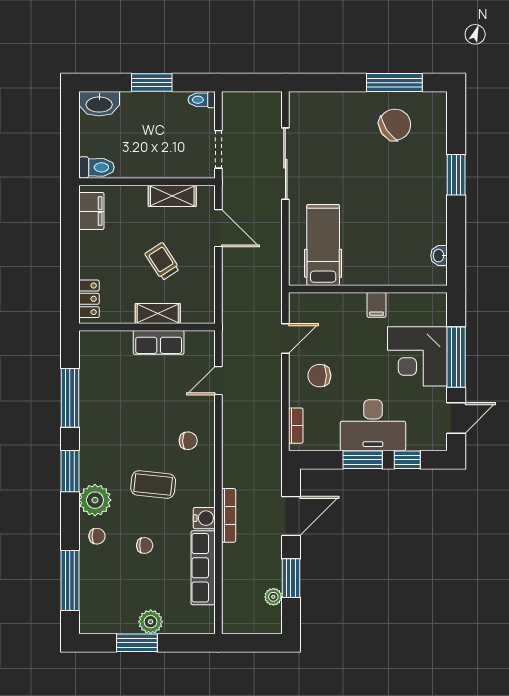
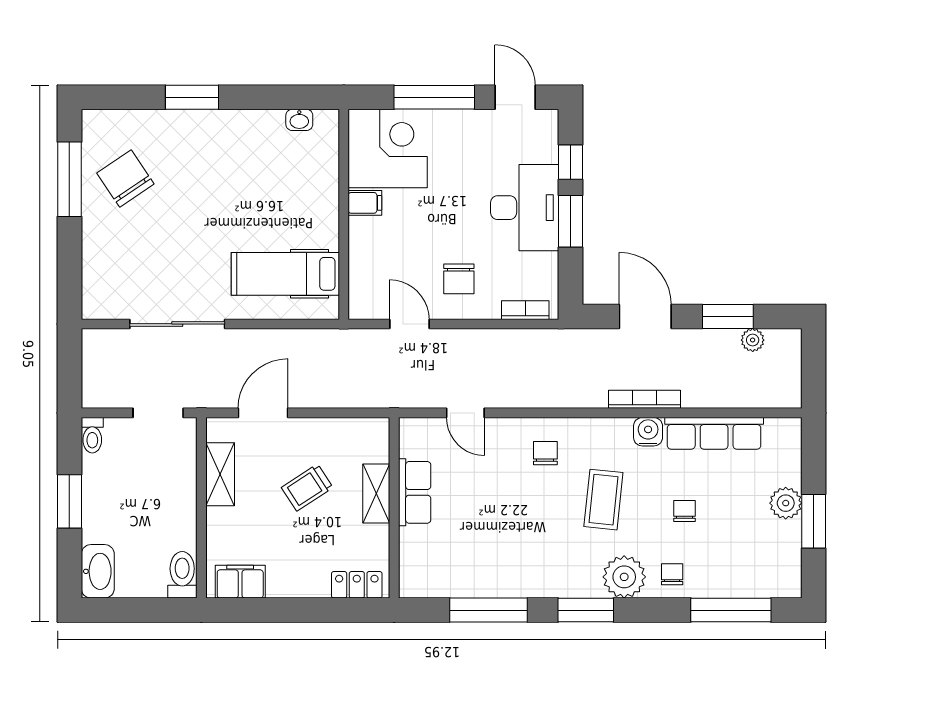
corner desk: (417, 356) -> (388, 149), moved, turned -90

